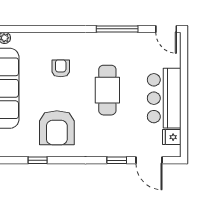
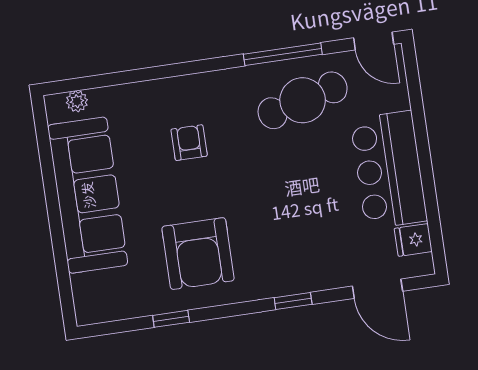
cafe table: (107, 90) -> (303, 100), moved, turned 75
window: (117, 160) -> (293, 301), moved

